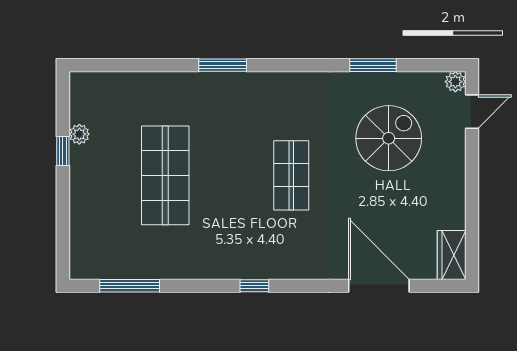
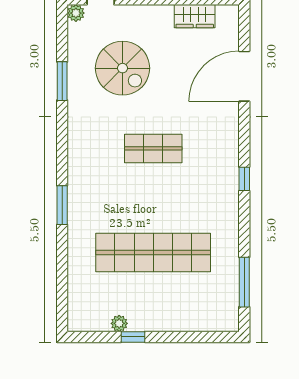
spiral stairs: (389, 138) -> (122, 68), turned 180
shop shelf: (165, 175) -> (153, 252), width x1.40
wardrobe: (452, 255) -> (195, 16), moved

